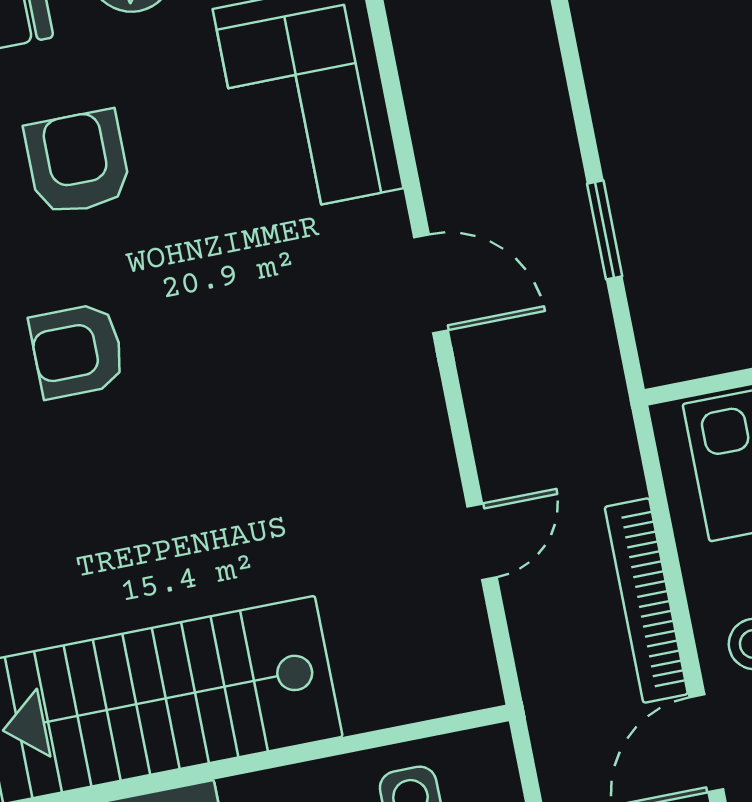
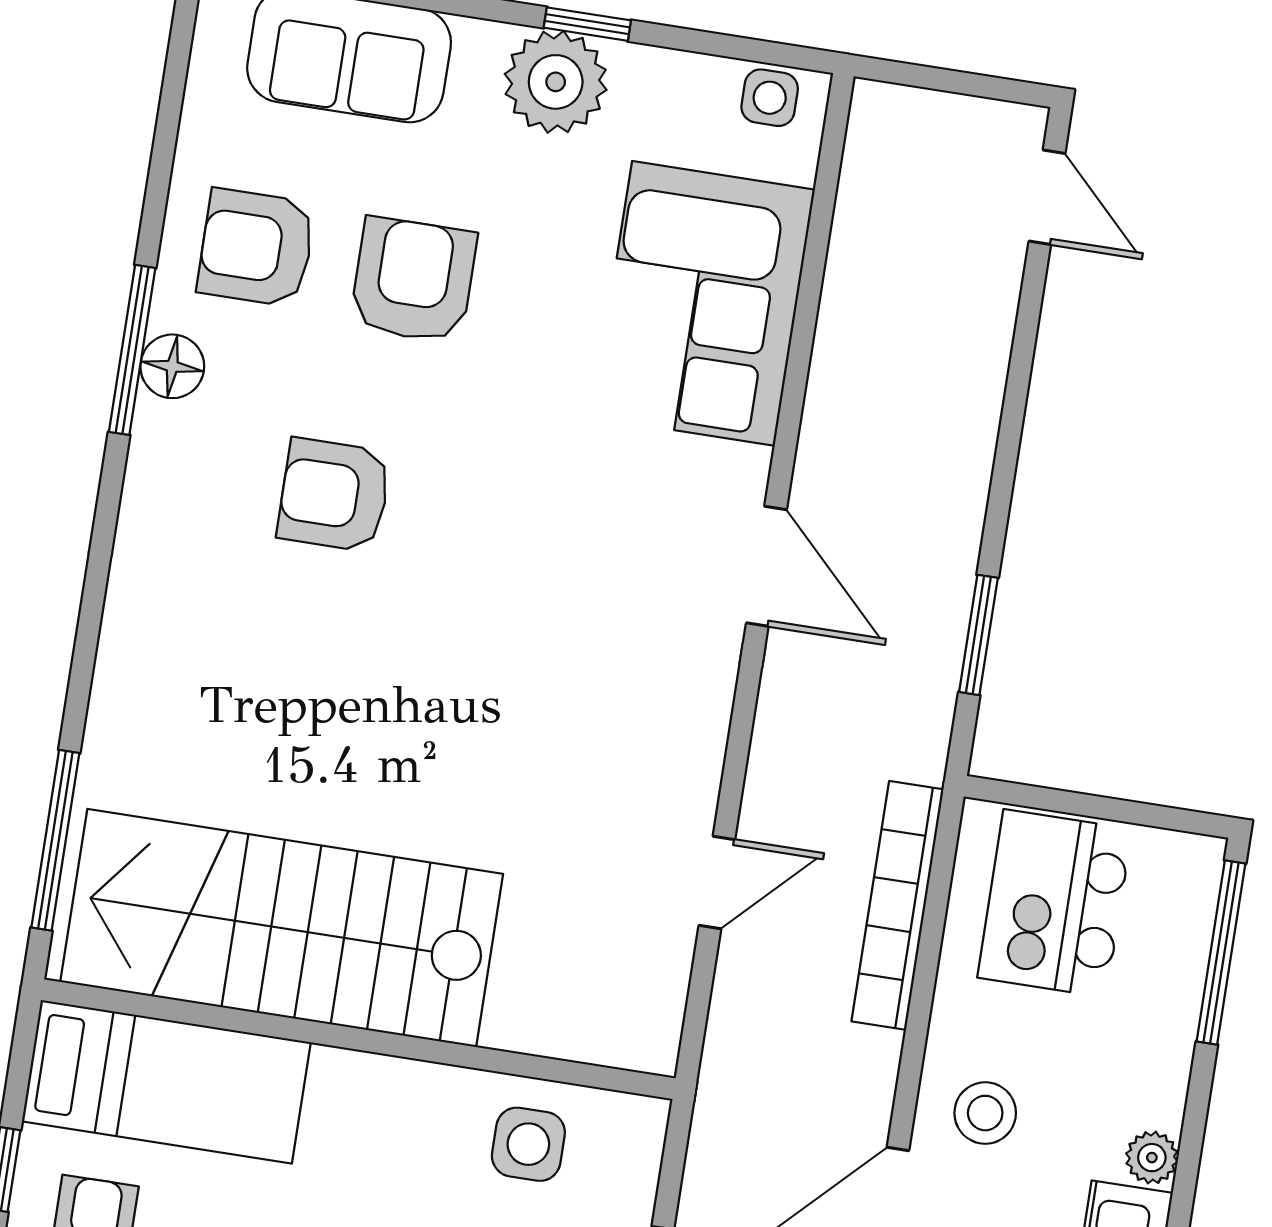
window: (605, 230) -> (978, 635), moved
bookcase: (646, 600) -> (898, 905), moved

